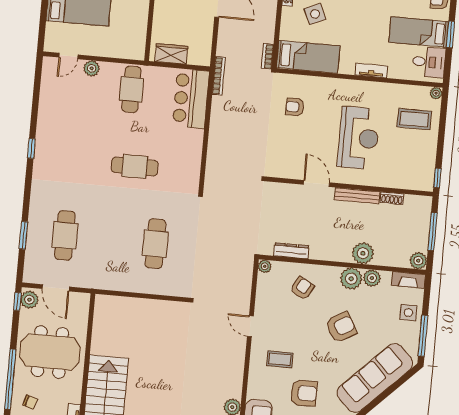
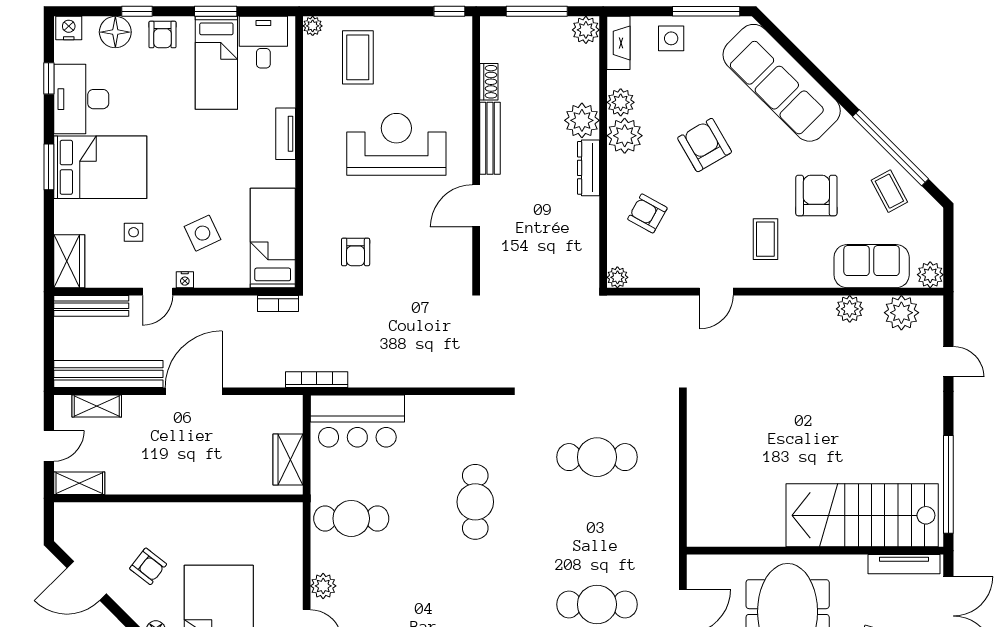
dresser: (291, 251) -> (589, 168), moved

